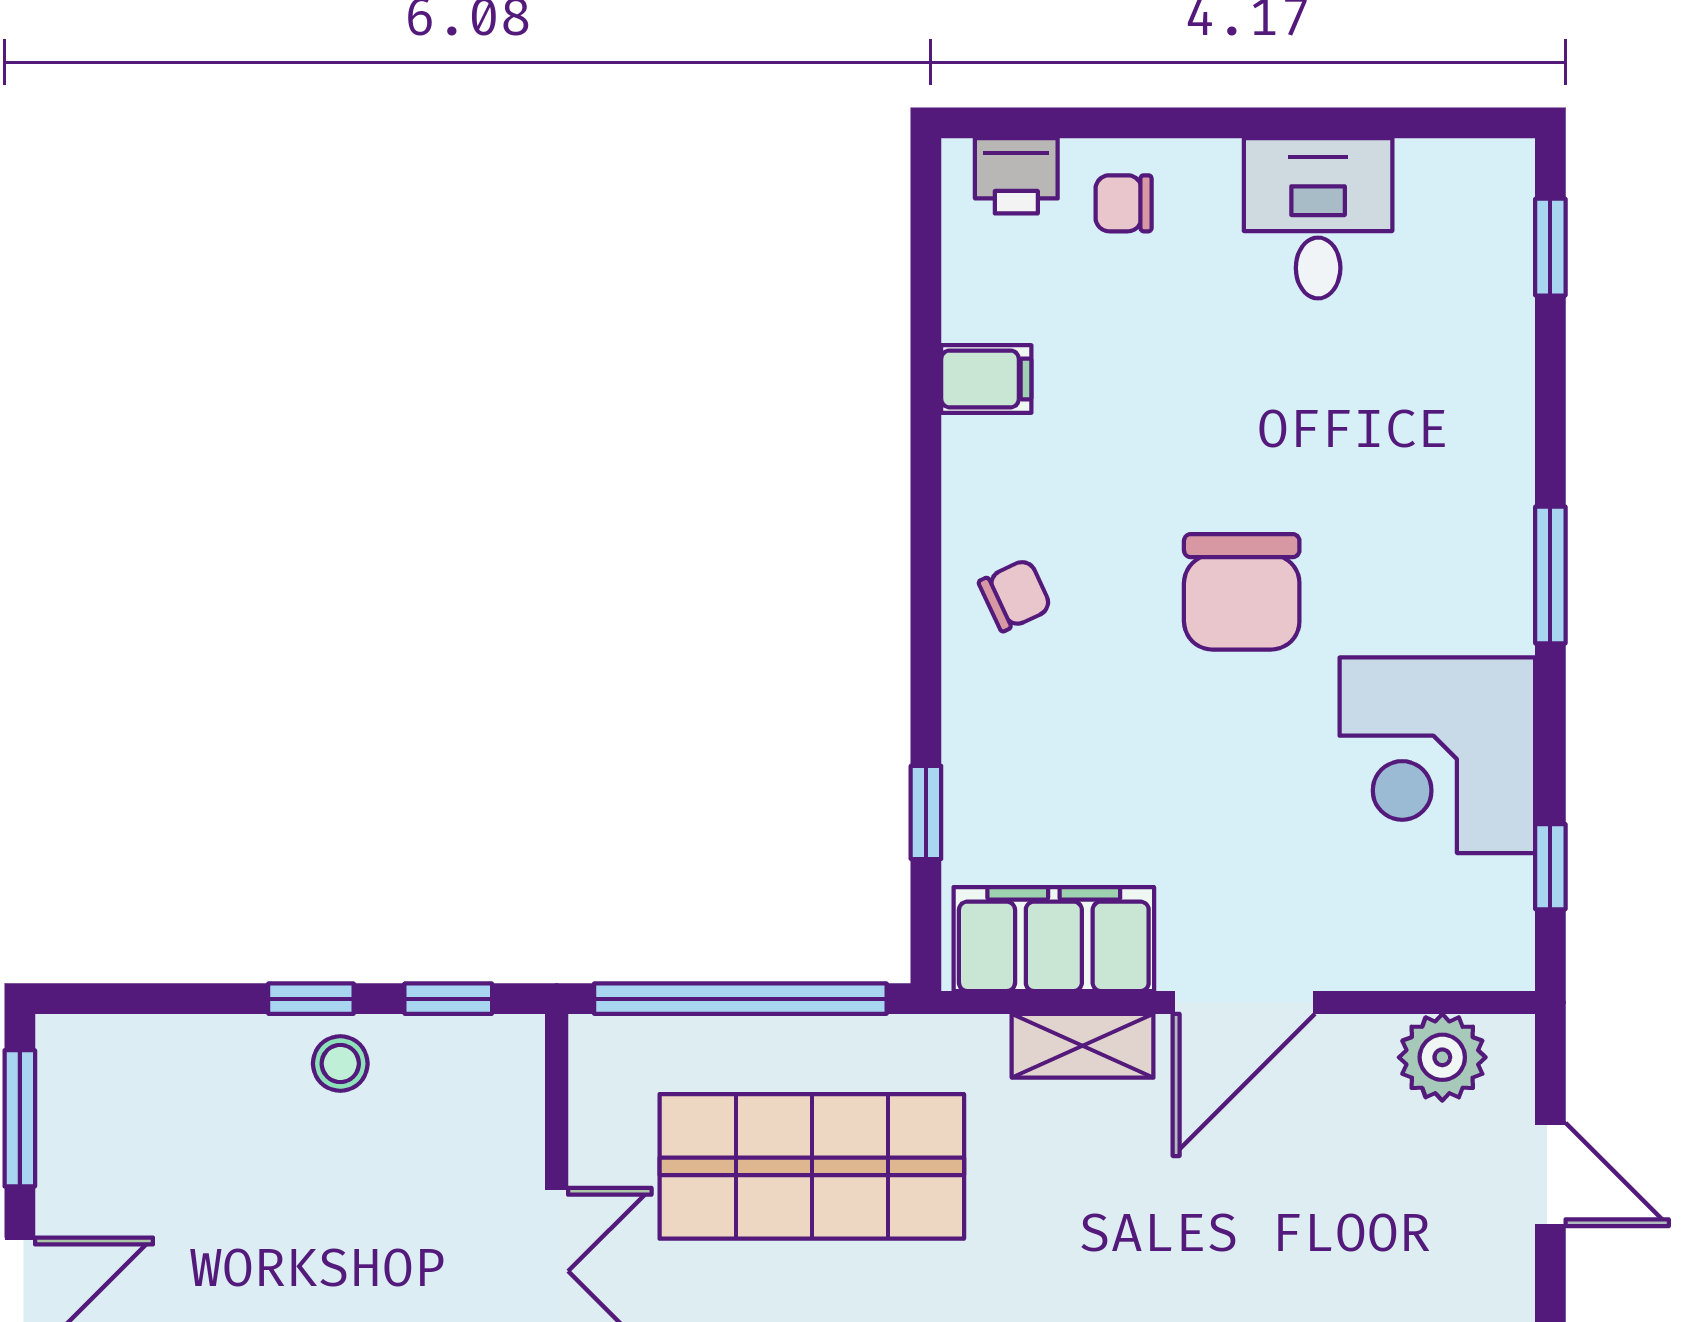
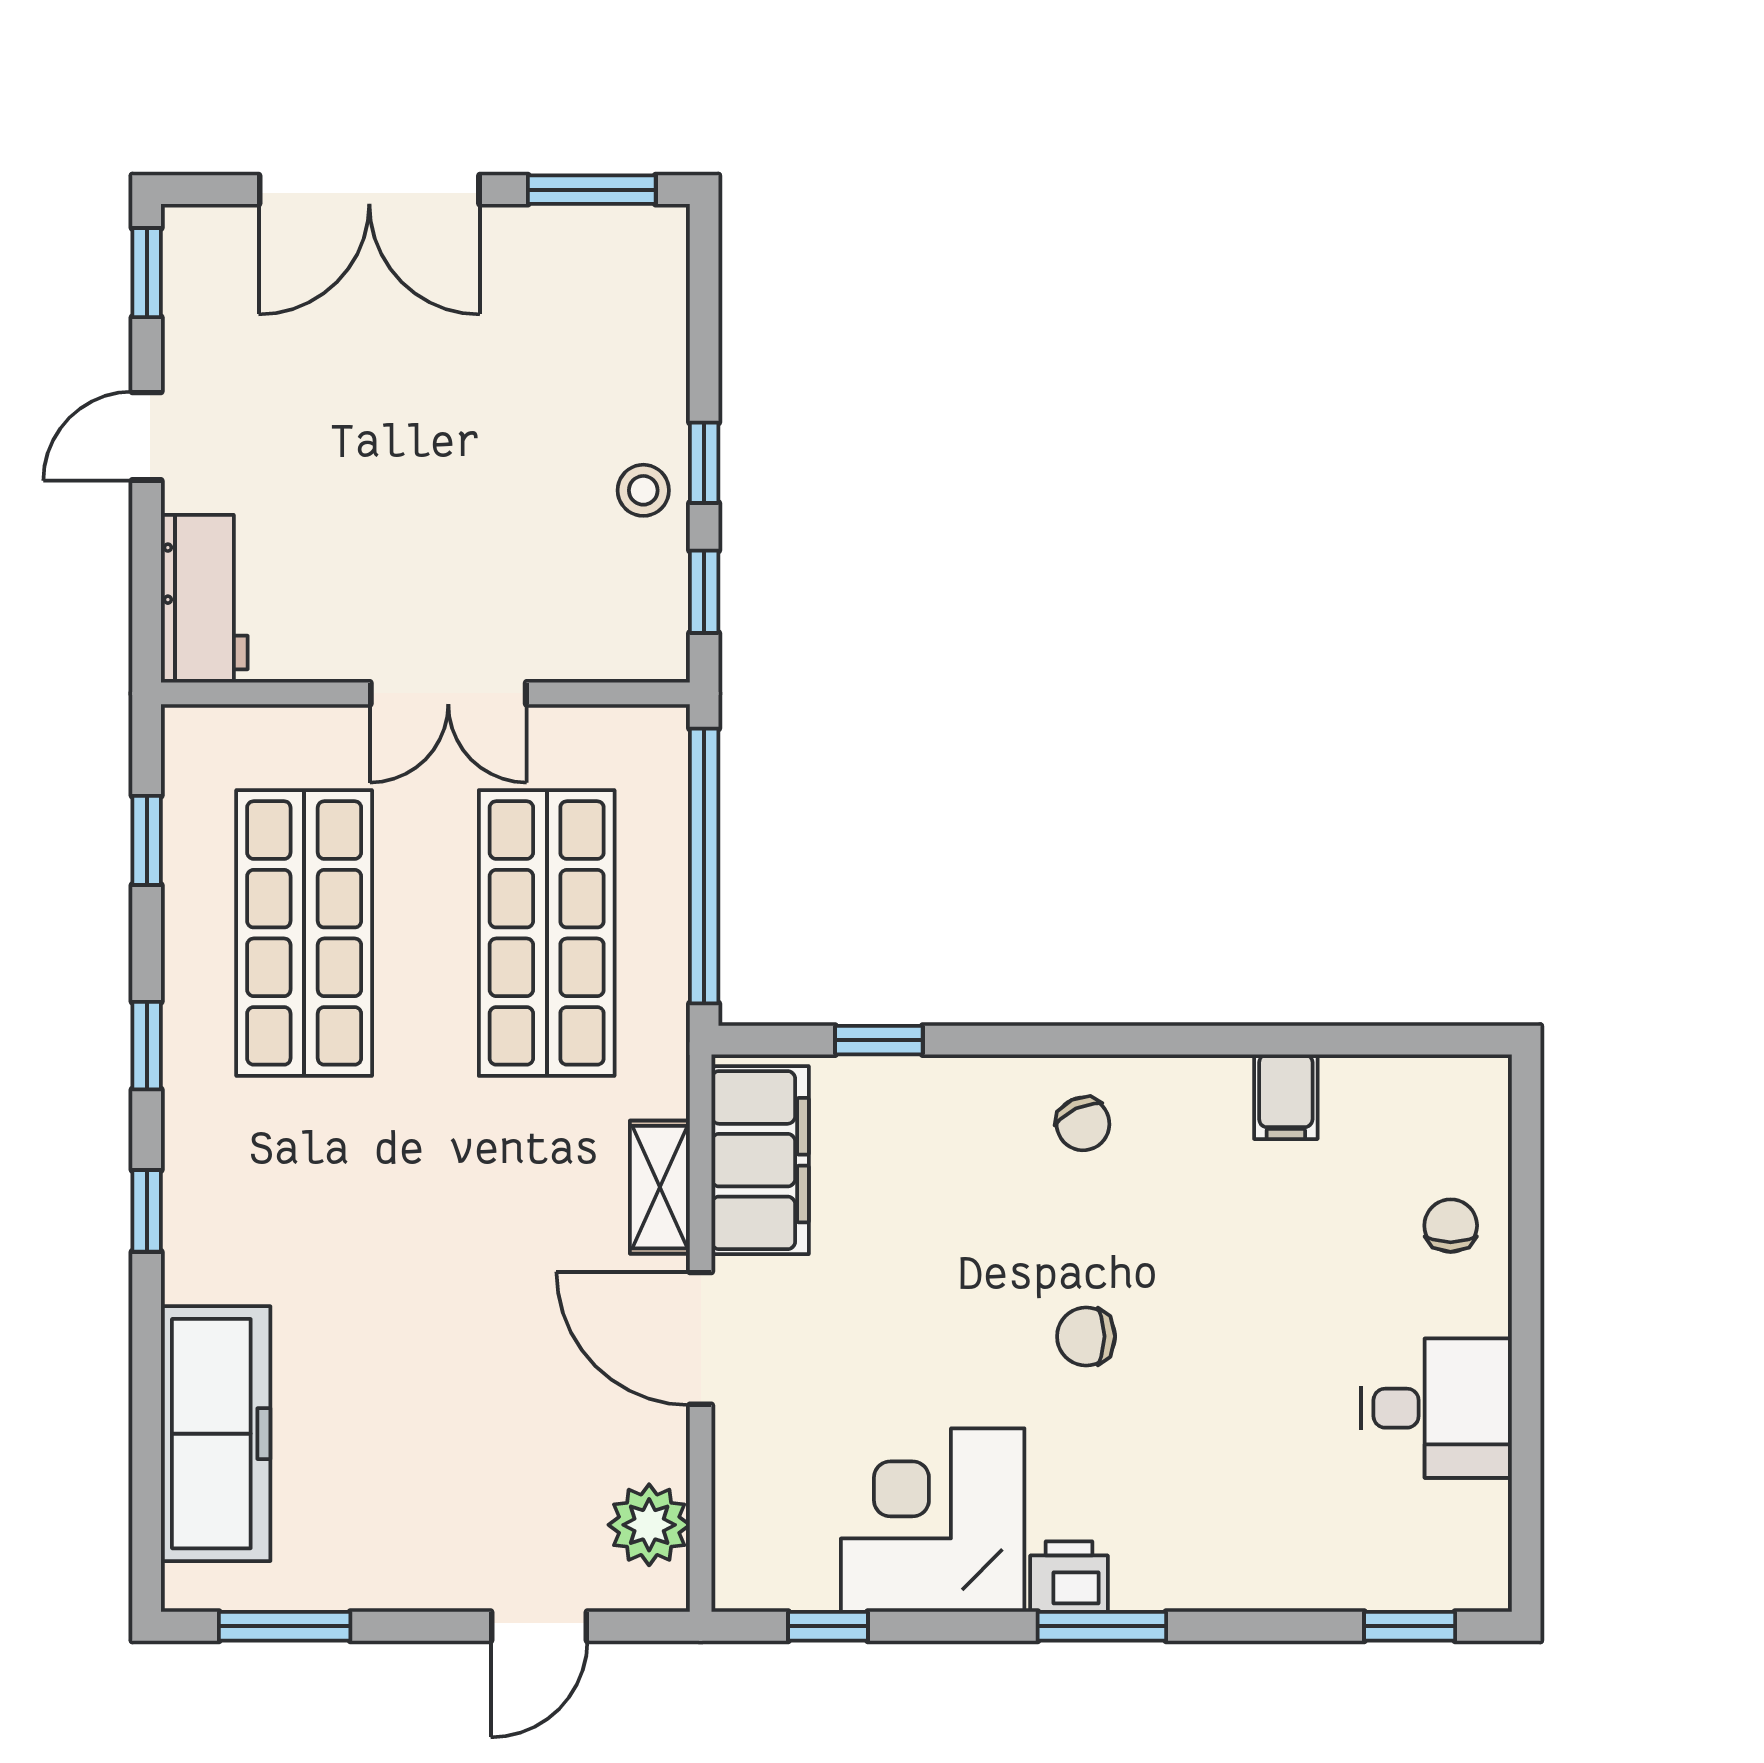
printer: (1016, 176) -> (1069, 1577), moved, turned 90
chair: (1242, 592) -> (1086, 1336), width x0.54, depth x0.54

